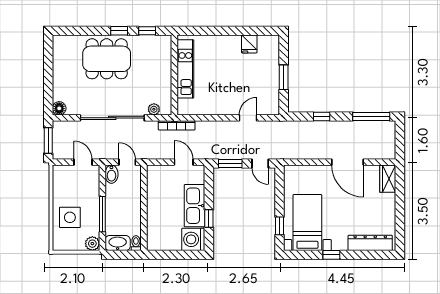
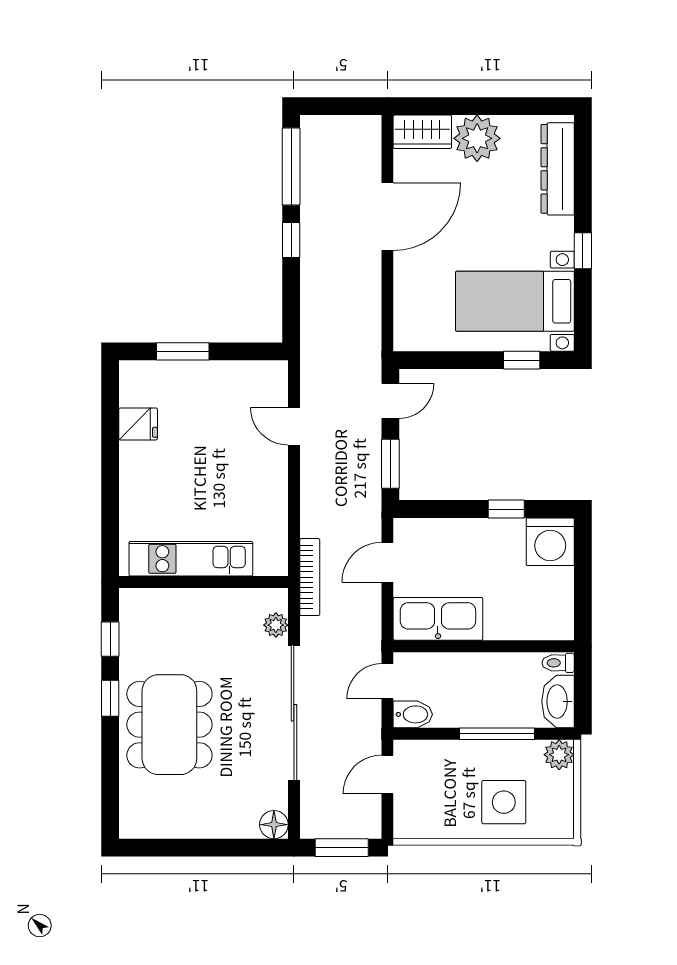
window: (284, 77) -> (183, 351), moved
window: (322, 116) -> (291, 240), moved
plant: (385, 205) -> (477, 138), added
kitchen sink: (195, 206) -> (438, 619), moved, turned 180

